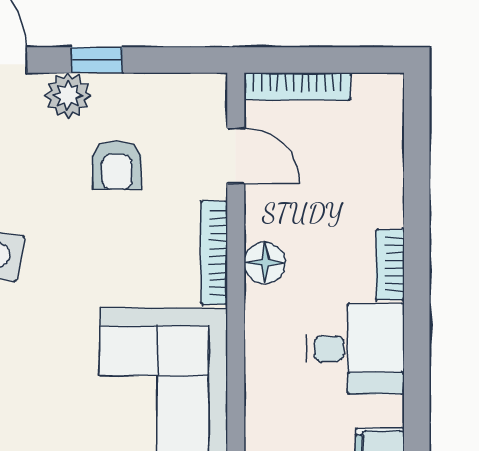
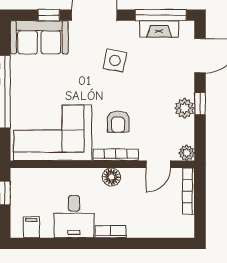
plant: (209, 91) -> (187, 153), added
plant: (68, 95) -> (185, 108), moved
armchair: (117, 165) -> (118, 122), moved, turned -90

